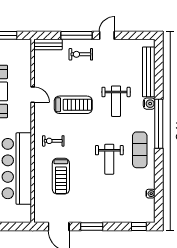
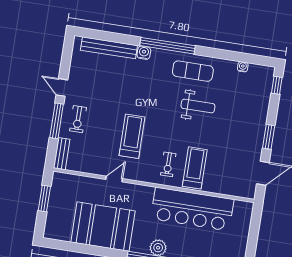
weight bench: (116, 101) -> (135, 89), removed
treadmill: (61, 176) -> (195, 168), moved, turned -90

